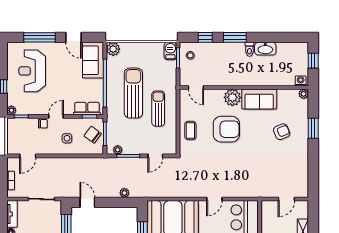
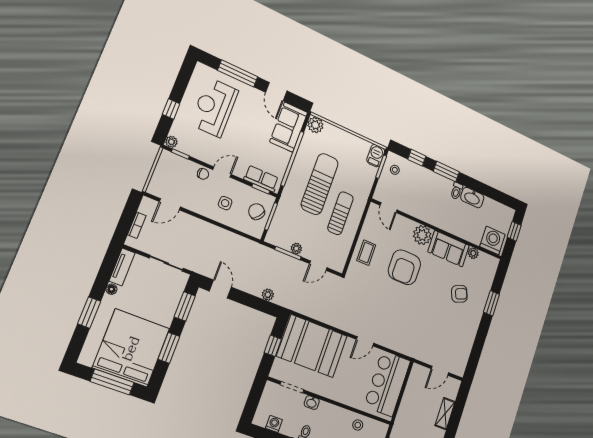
washing machine: (301, 81) -> (492, 240), width x1.89, depth x1.89
plant: (304, 94) -> (473, 253), moved
armchair: (226, 129) -> (404, 267), turned 90
plant: (118, 150) -> (296, 249), moved

